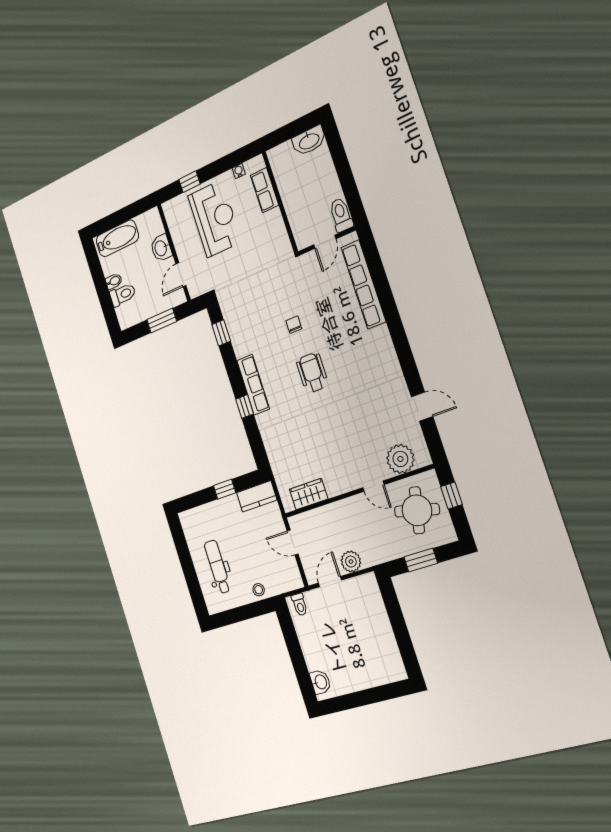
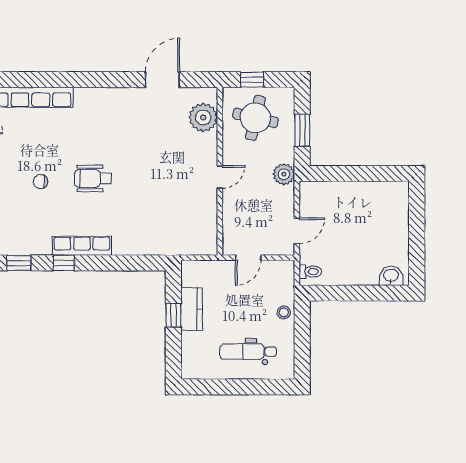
window: (245, 407) -> (64, 263), moved
door: (422, 407) -> (162, 80), width x1.38
door: (373, 486) -> (220, 177), moved
wardrobe: (309, 494) -> (207, 224), removed
kitchen counter: (257, 496) -> (192, 309), moved
plant: (351, 562) -> (284, 174), moved
door: (330, 582) -> (297, 231), swing flipped

